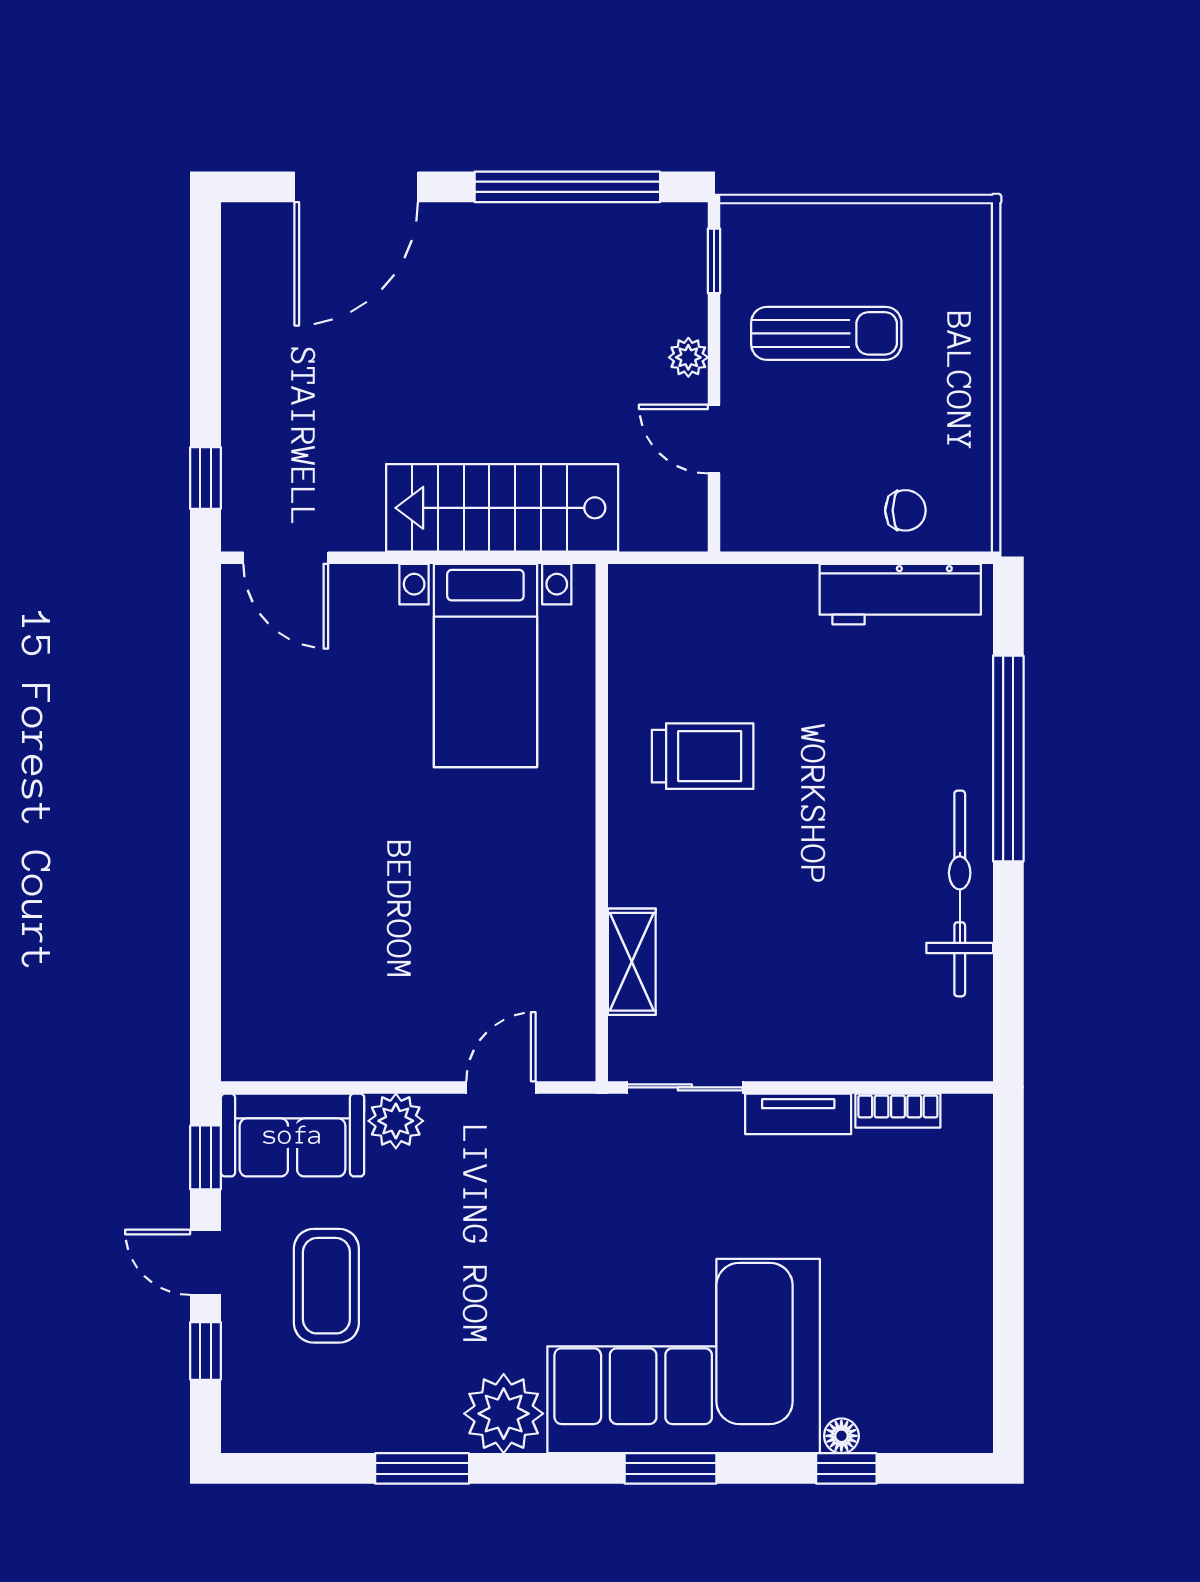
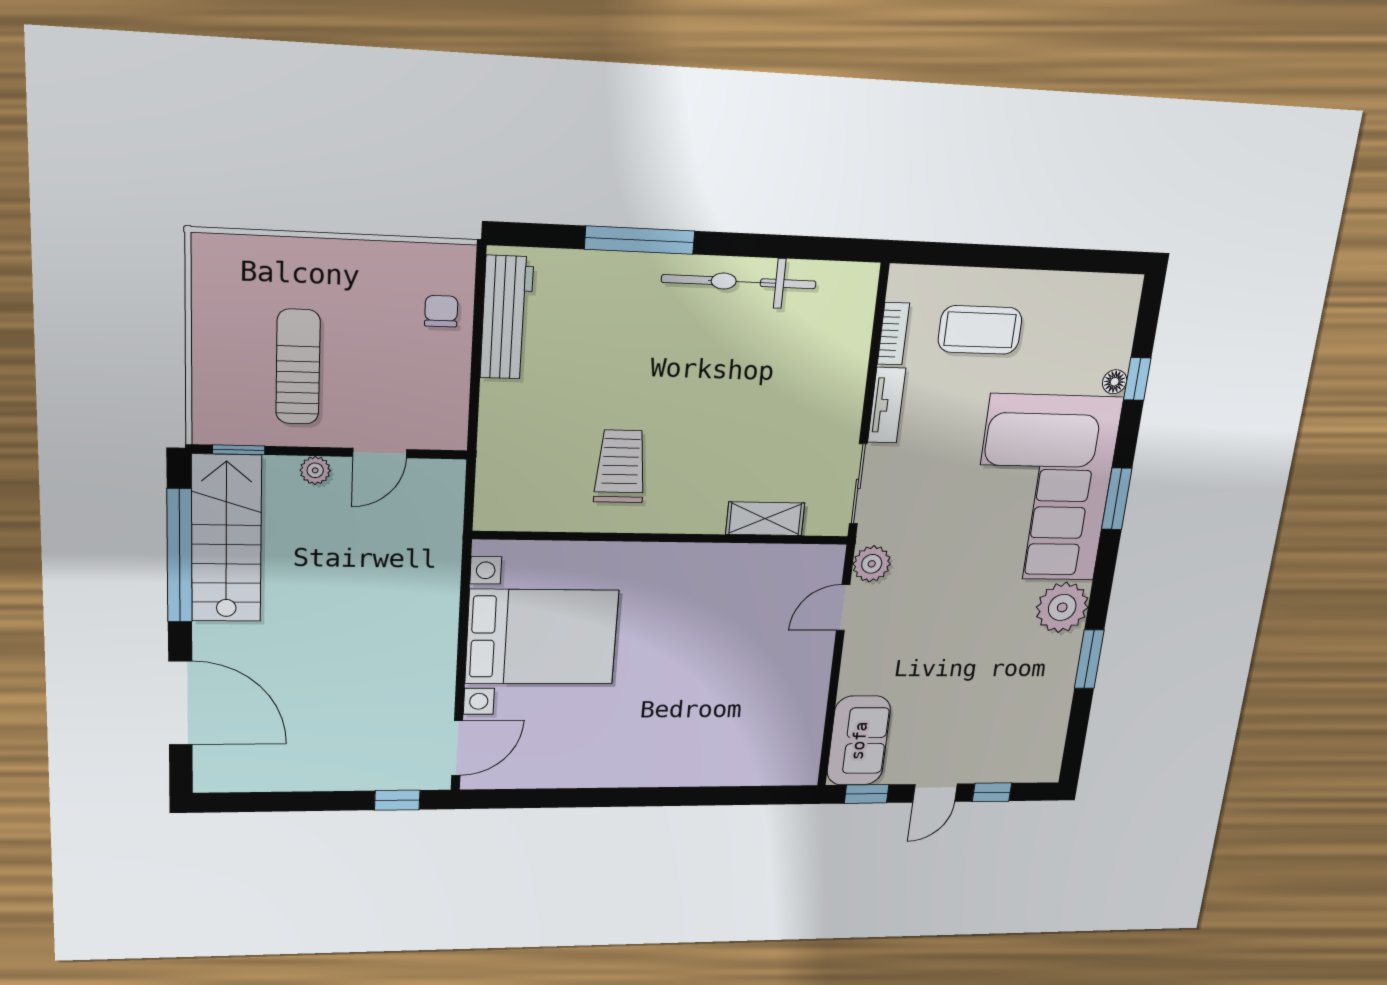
stairs: (502, 508) -> (226, 539), moved, turned 180
bed with nightstands: (485, 666) -> (542, 637), width x1.36
window: (1008, 759) -> (640, 240), width x0.68
door: (501, 1087) -> (843, 608), hinge flipped
plant: (396, 1121) -> (872, 564), moved
coffee table: (326, 1286) -> (980, 330), moved

